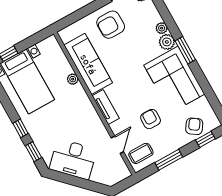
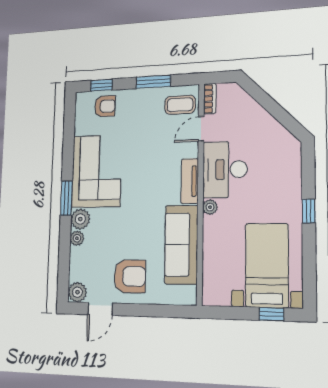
plant: (73, 79) -> (210, 207), moved
armchair: (151, 119) -> (147, 140), removed
armchair: (194, 126) -> (105, 106), turned -124
window: (33, 152) -> (308, 173), removed
desk: (73, 159) -> (225, 169), moved, turned -135
bookcase: (123, 167) -> (210, 99), added

